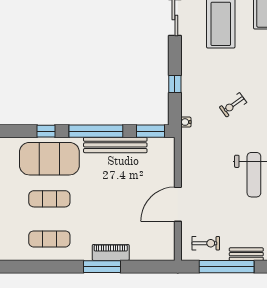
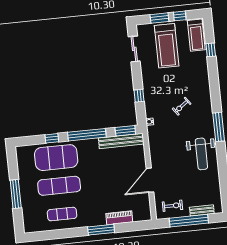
bench: (115, 145) -> (121, 141), moved
exercise mat: (49, 199) -> (59, 186), width x1.36, depth x1.45
piano: (111, 252) -> (119, 218), moved

